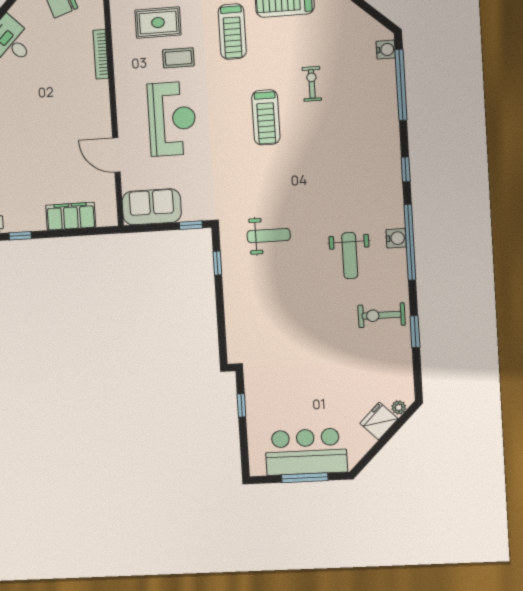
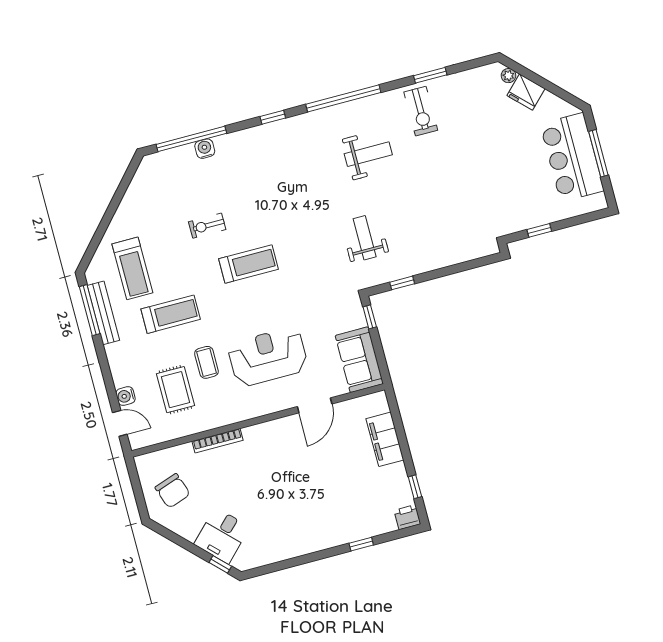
water cooler: (386, 50) -> (205, 149), moved
water cooler: (396, 238) -> (342, 113), removed

